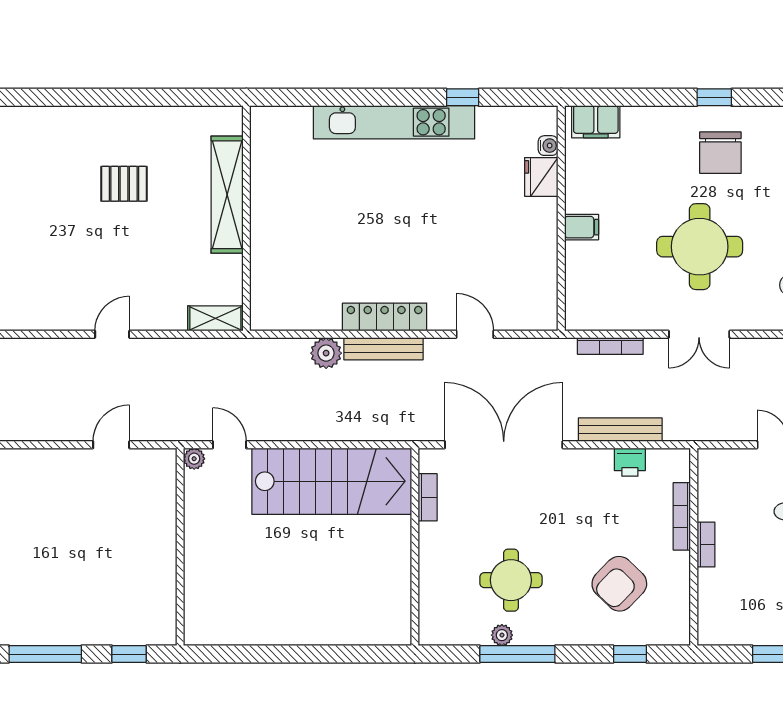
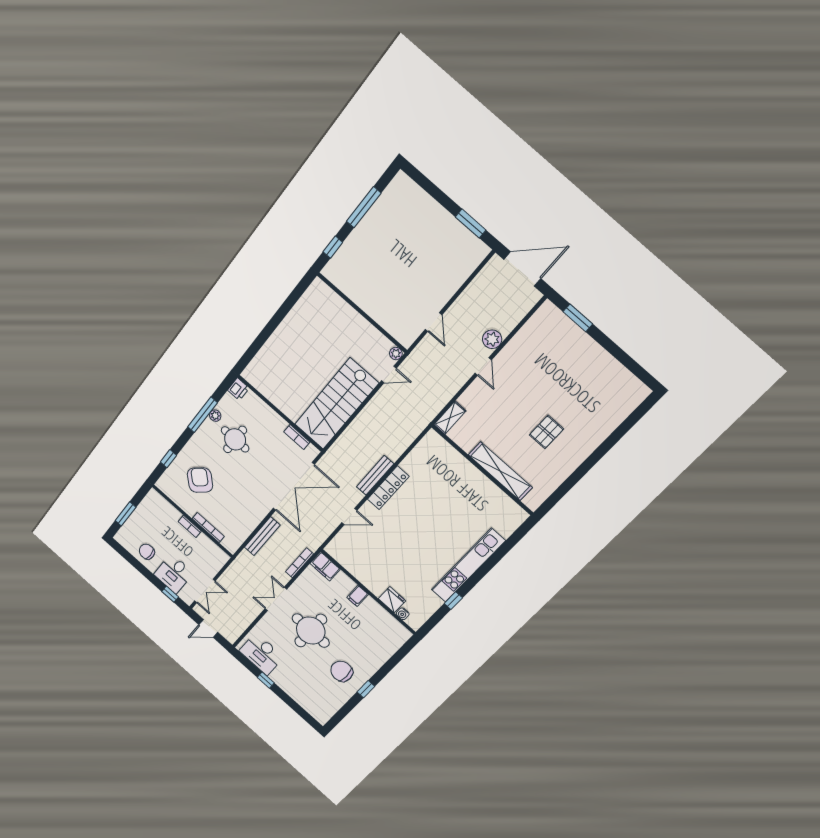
filing cabinet: (596, 122) -> (325, 566), moved, turned -90
plant: (326, 353) -> (492, 339), moved
printer: (630, 462) -> (238, 389), moved, turned 180

